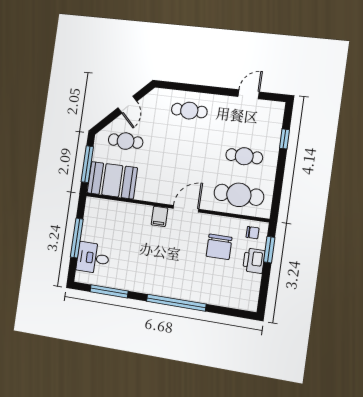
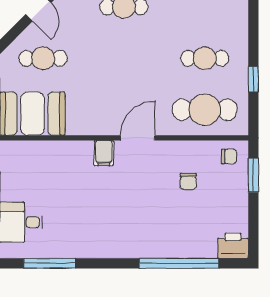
window: (285, 139) -> (253, 79), moved
chair: (219, 247) -> (188, 181), width x0.54, depth x0.54
printer: (254, 261) -> (233, 246), moved, turned 90
window: (176, 303) -> (179, 263), moved

